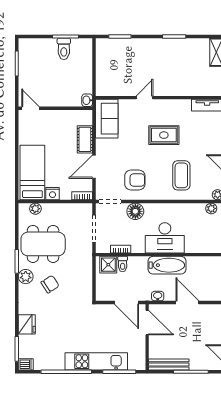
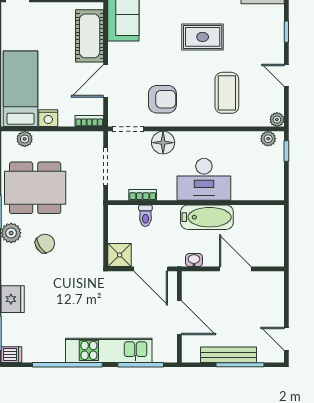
cot: (85, 139) -> (90, 36), width x1.37, depth x1.34
shower: (108, 265) -> (120, 255), moved
door: (147, 323) -> (179, 318), moved
bench: (169, 364) -> (229, 355), moved

